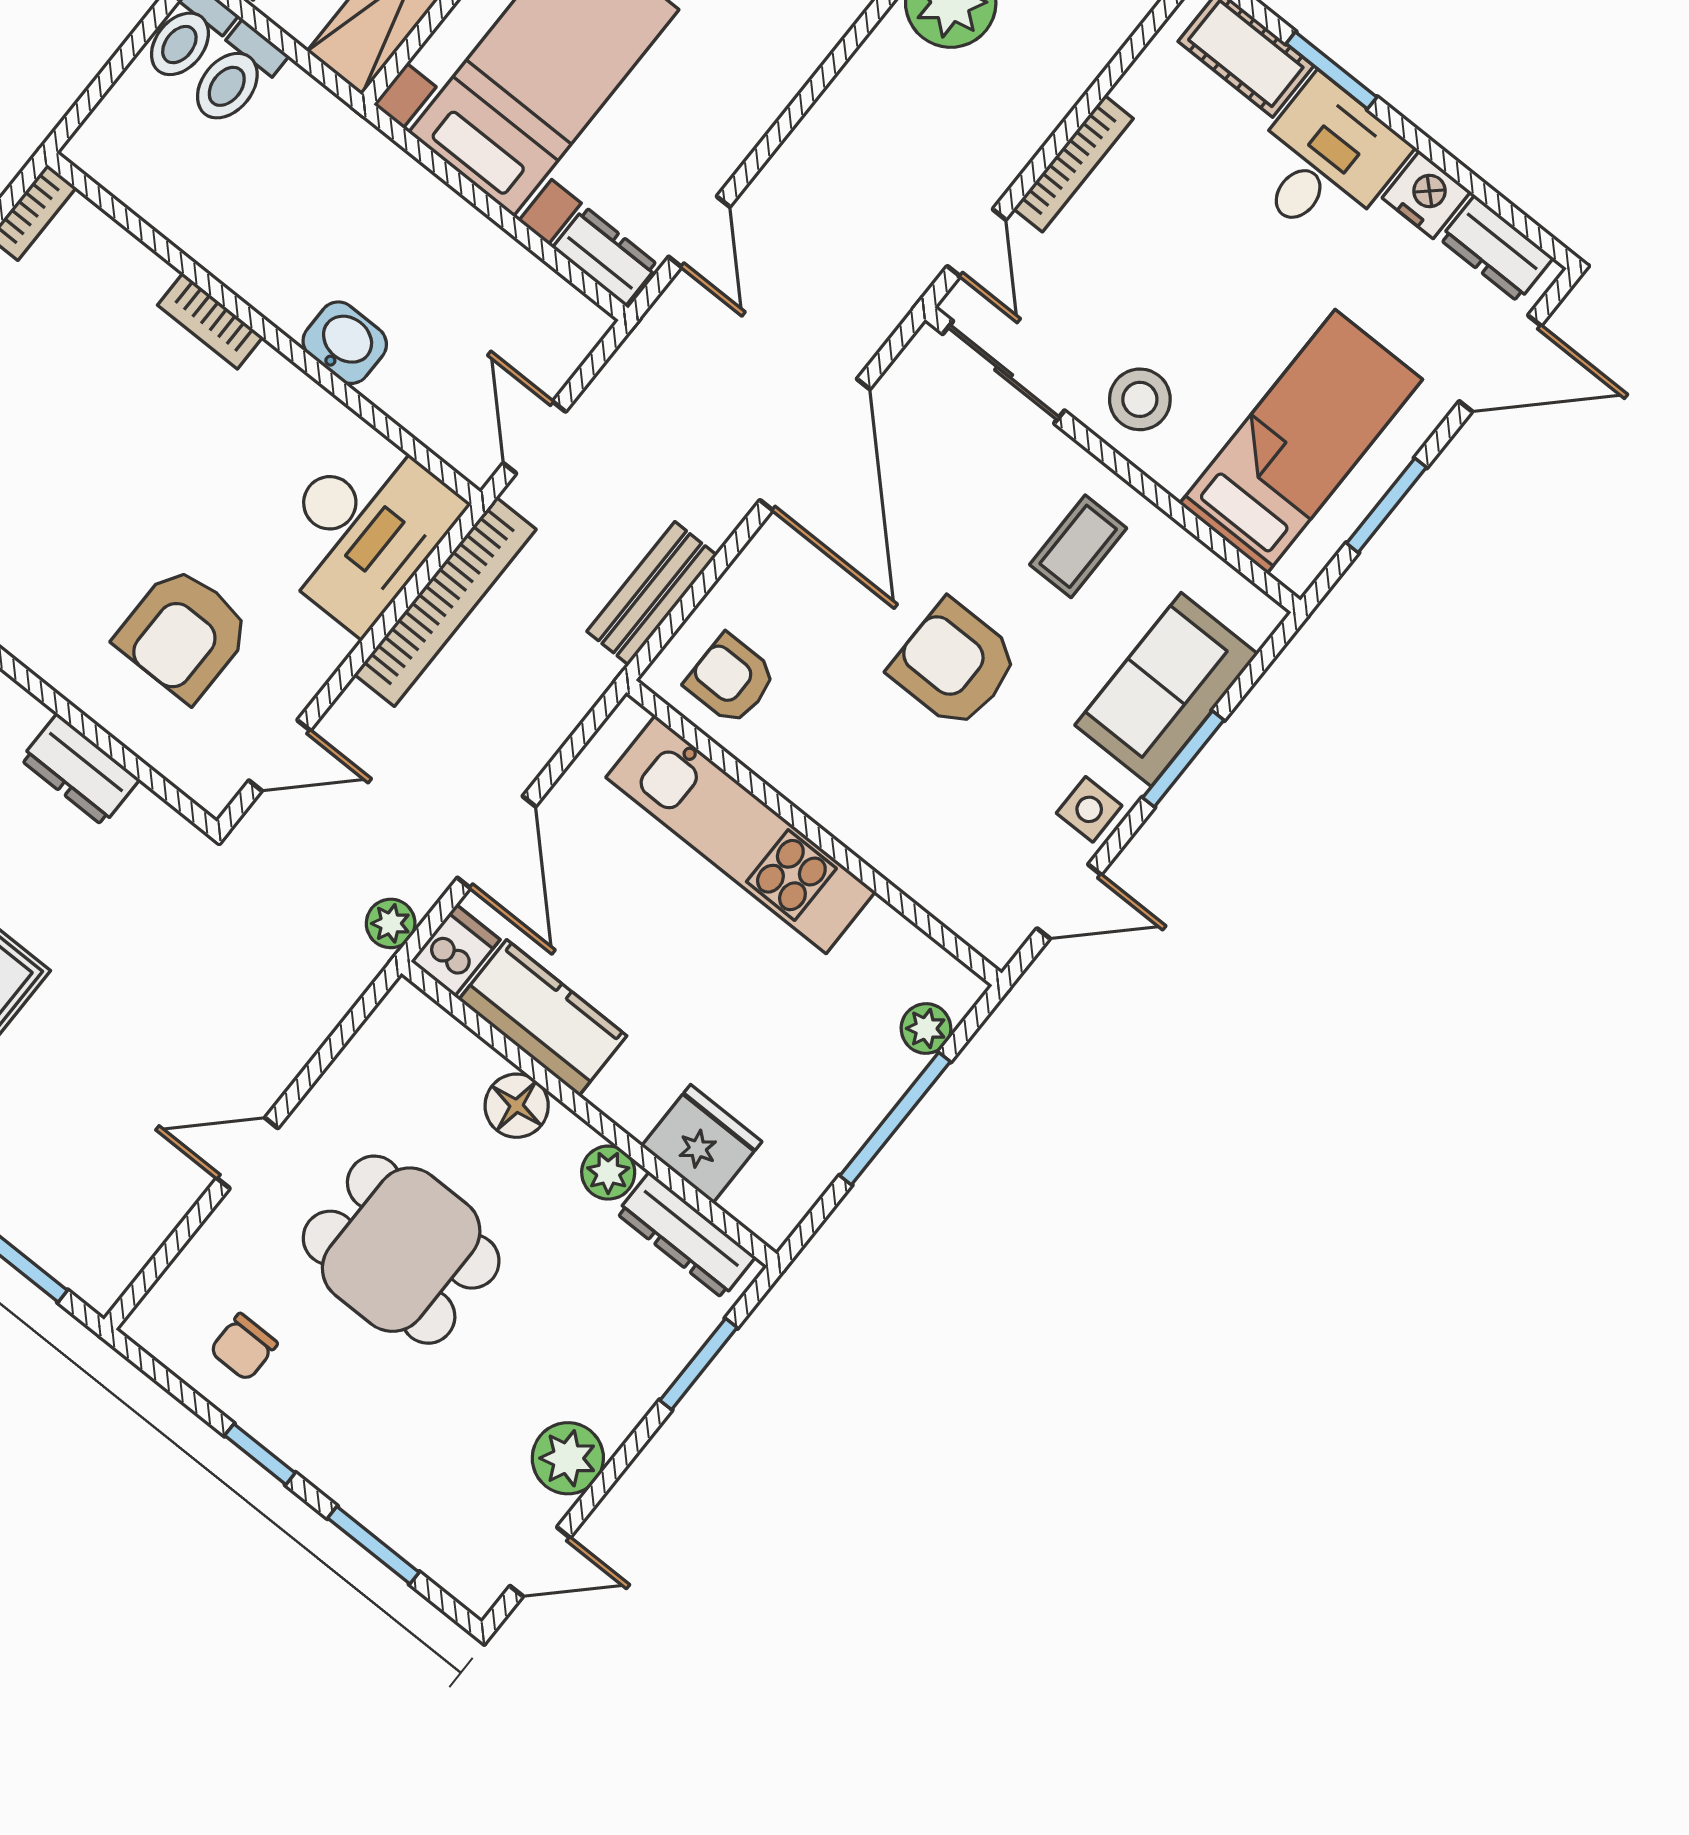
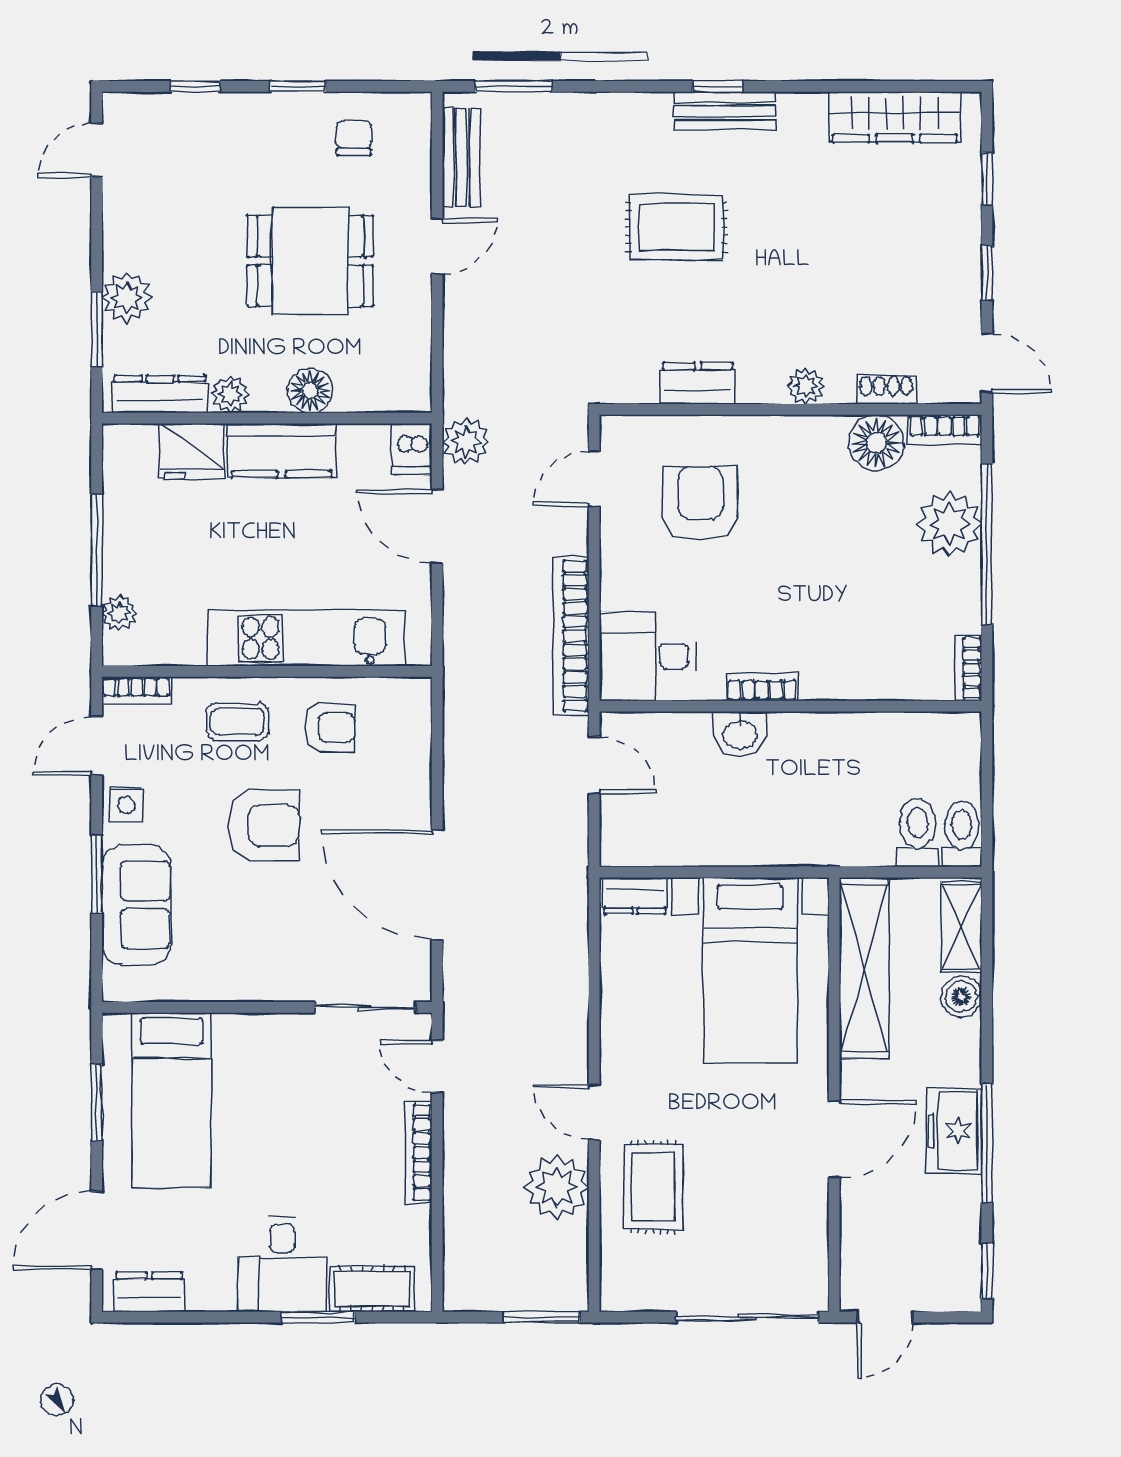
nightstand: (1426, 195) -> (211, 1291), removed
door: (699, 232) -> (594, 1112), moved
bookcase: (210, 321) -> (762, 687), moved
stool: (1140, 399) -> (279, 1052), removed
desk: (363, 529) -> (648, 656), width x0.73
coffee table: (1078, 546) -> (237, 722), moved, turned 90
bench: (652, 593) -> (461, 157), moved
armchair: (731, 679) -> (330, 728), moved
plant: (391, 923) -> (466, 442), width x1.38, depth x1.38
bookcase: (976, 927) -> (137, 690), added
kitchen counter: (543, 1018) -> (282, 450), moved
plant: (568, 1458) -> (127, 298), moved
window: (373, 1545) -> (195, 86), width x0.67

